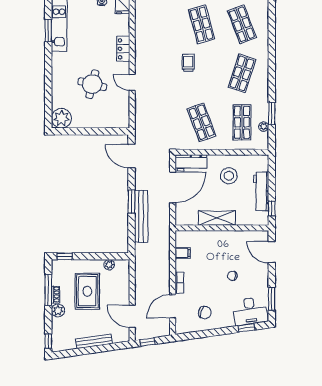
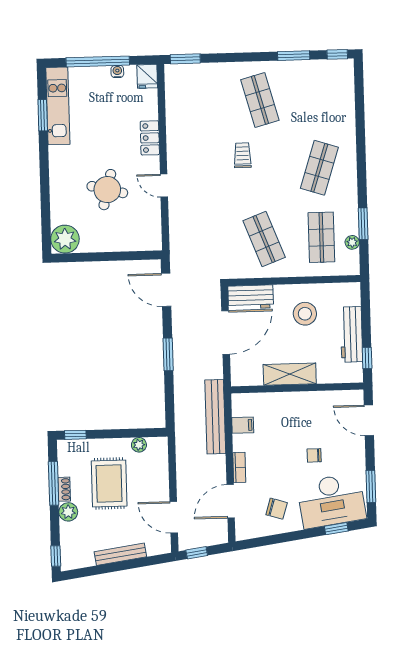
shop shelf: (242, 24) -> (317, 98), removed
bench: (141, 216) -> (215, 417), moved
desk: (250, 311) -> (331, 501), width x1.36, depth x1.30

